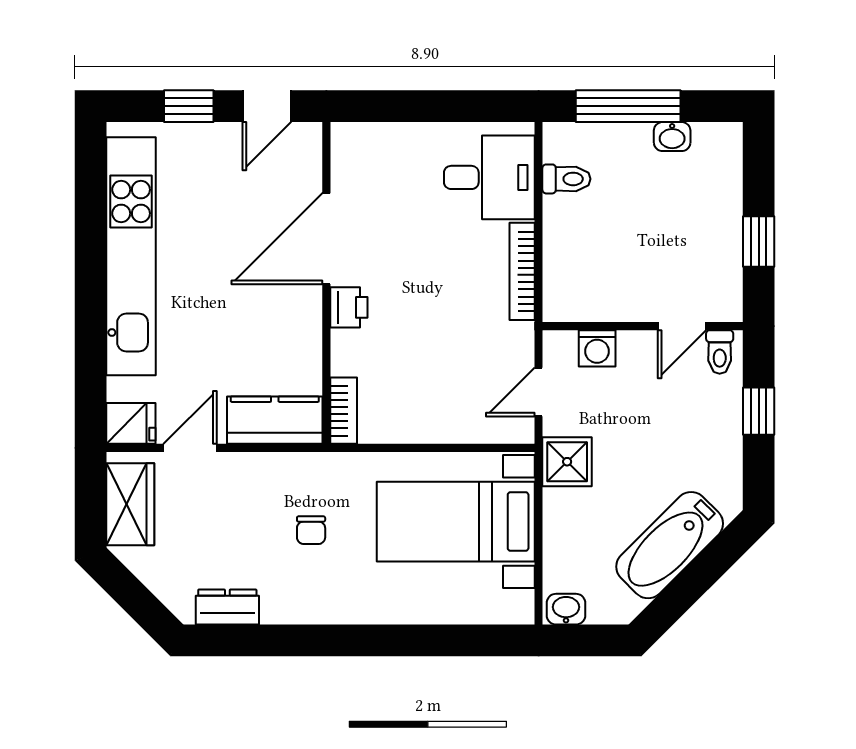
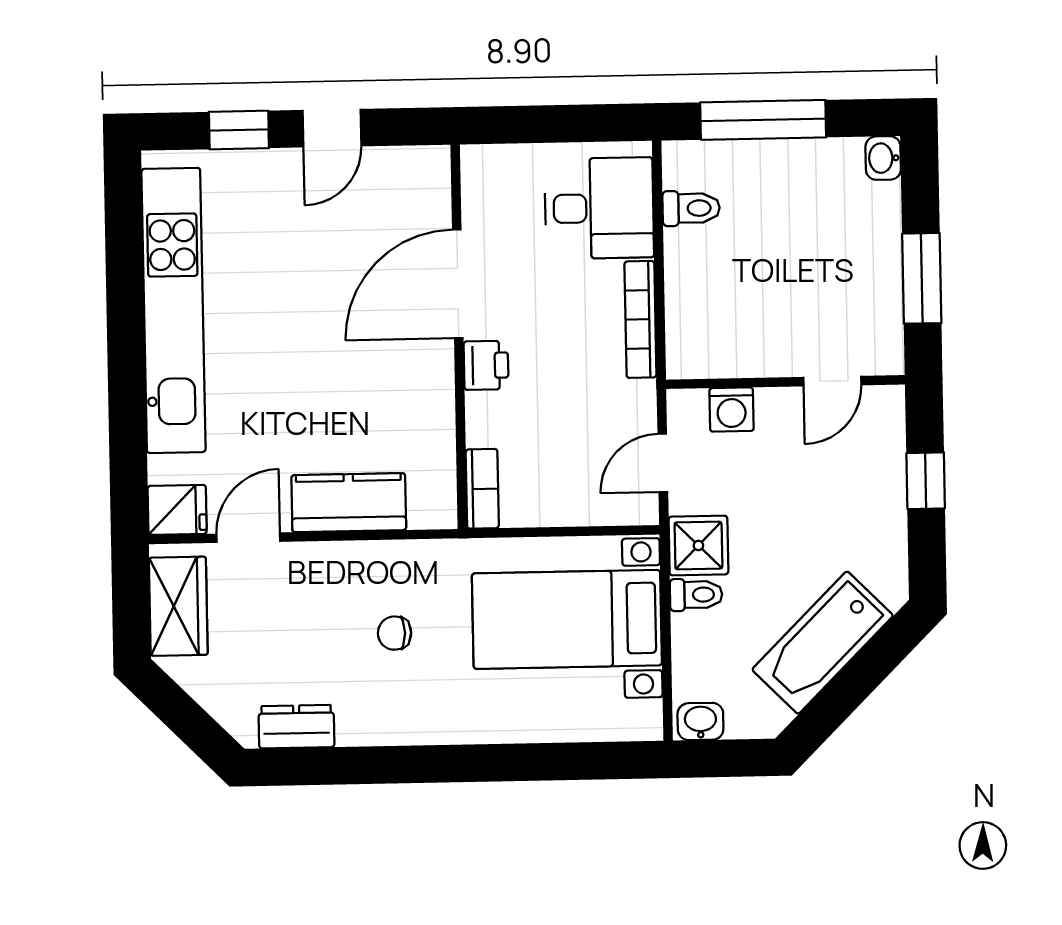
washbasin: (672, 137) -> (883, 158), moved, turned 90
door: (326, 239) -> (458, 284), moved
window: (759, 241) -> (922, 278), width x1.50
wall: (326, 283) -> (459, 337), moved
printer: (349, 307) -> (486, 365), moved
toilet: (720, 352) -> (696, 595), moved, turned -90
bookcase: (344, 411) -> (482, 489), moved
chair: (311, 530) -> (395, 633), turned 90

